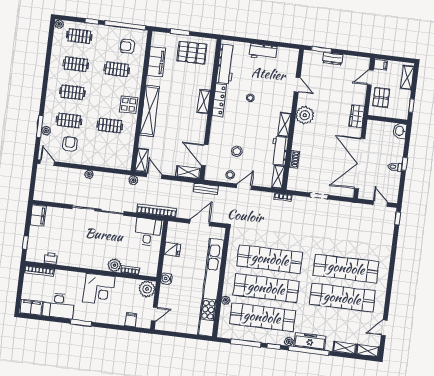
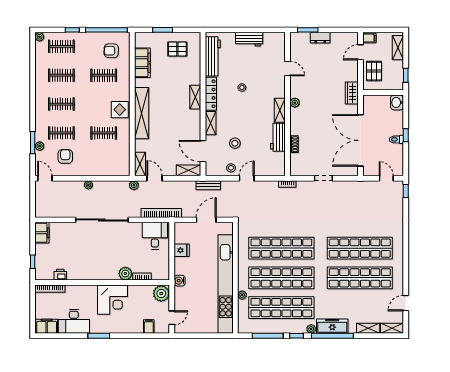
pallet: (192, 53) -> (177, 49), width x0.67, depth x0.71
plant: (305, 115) -> (295, 103), width x0.53, depth x0.53
shelving: (278, 177) -> (211, 123), moved

